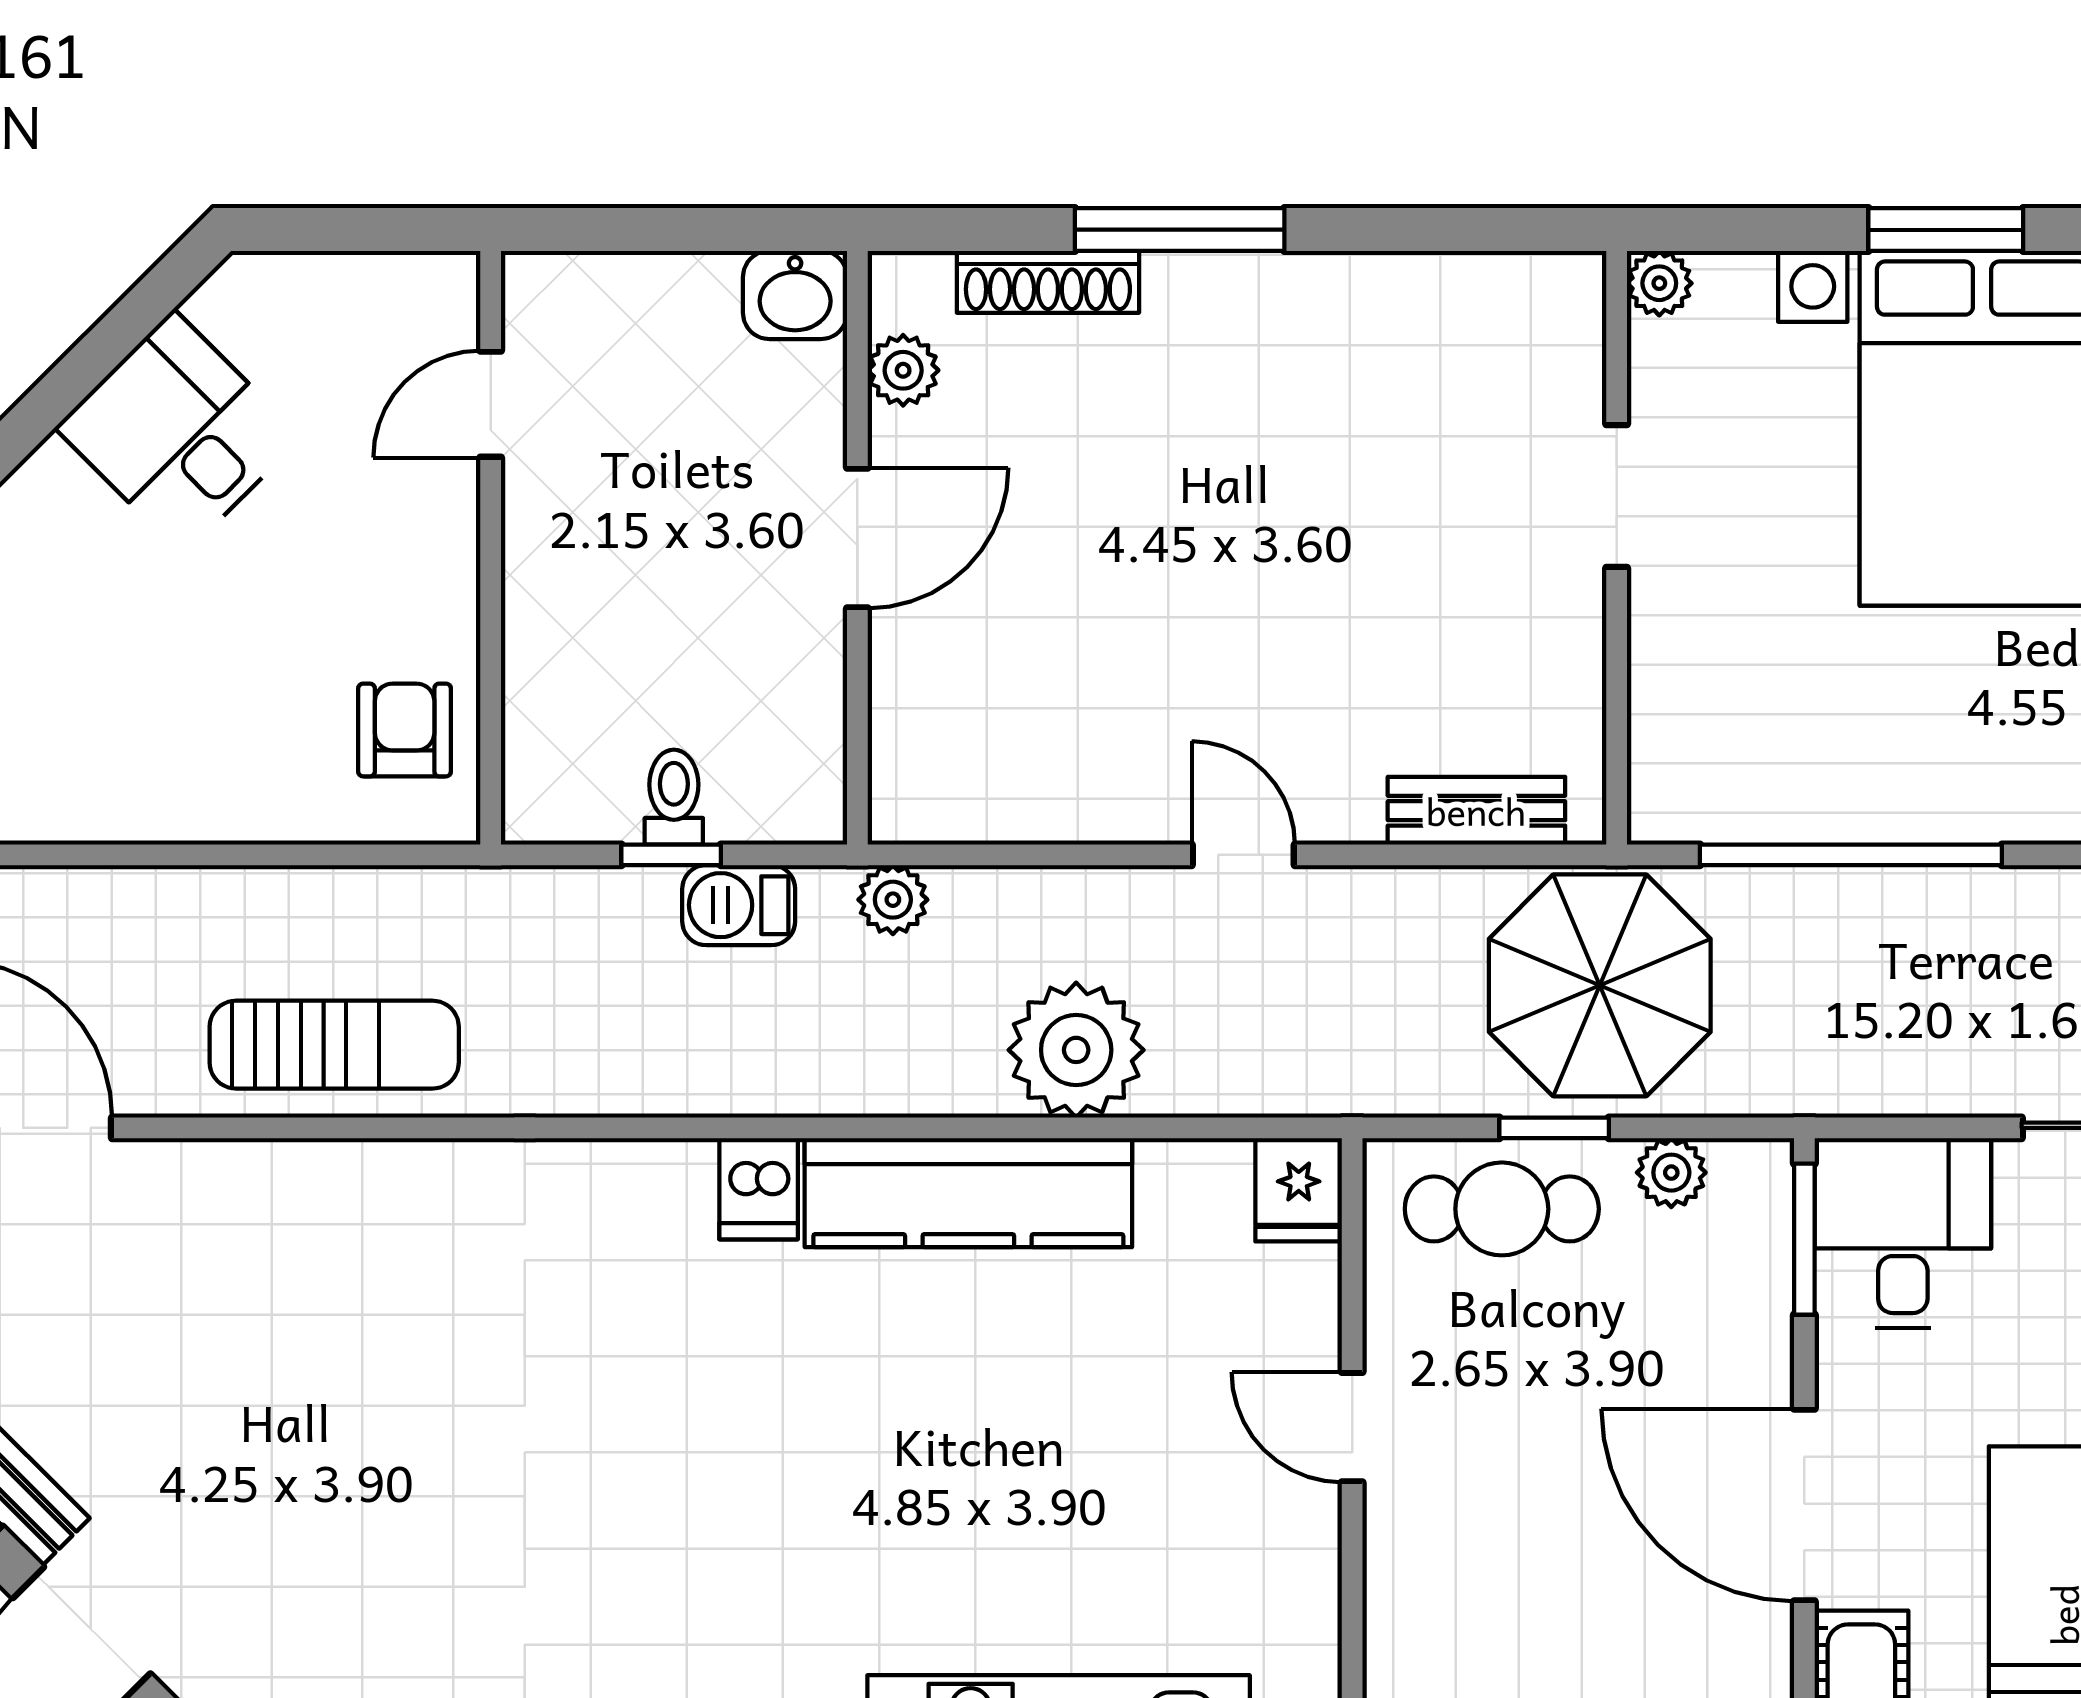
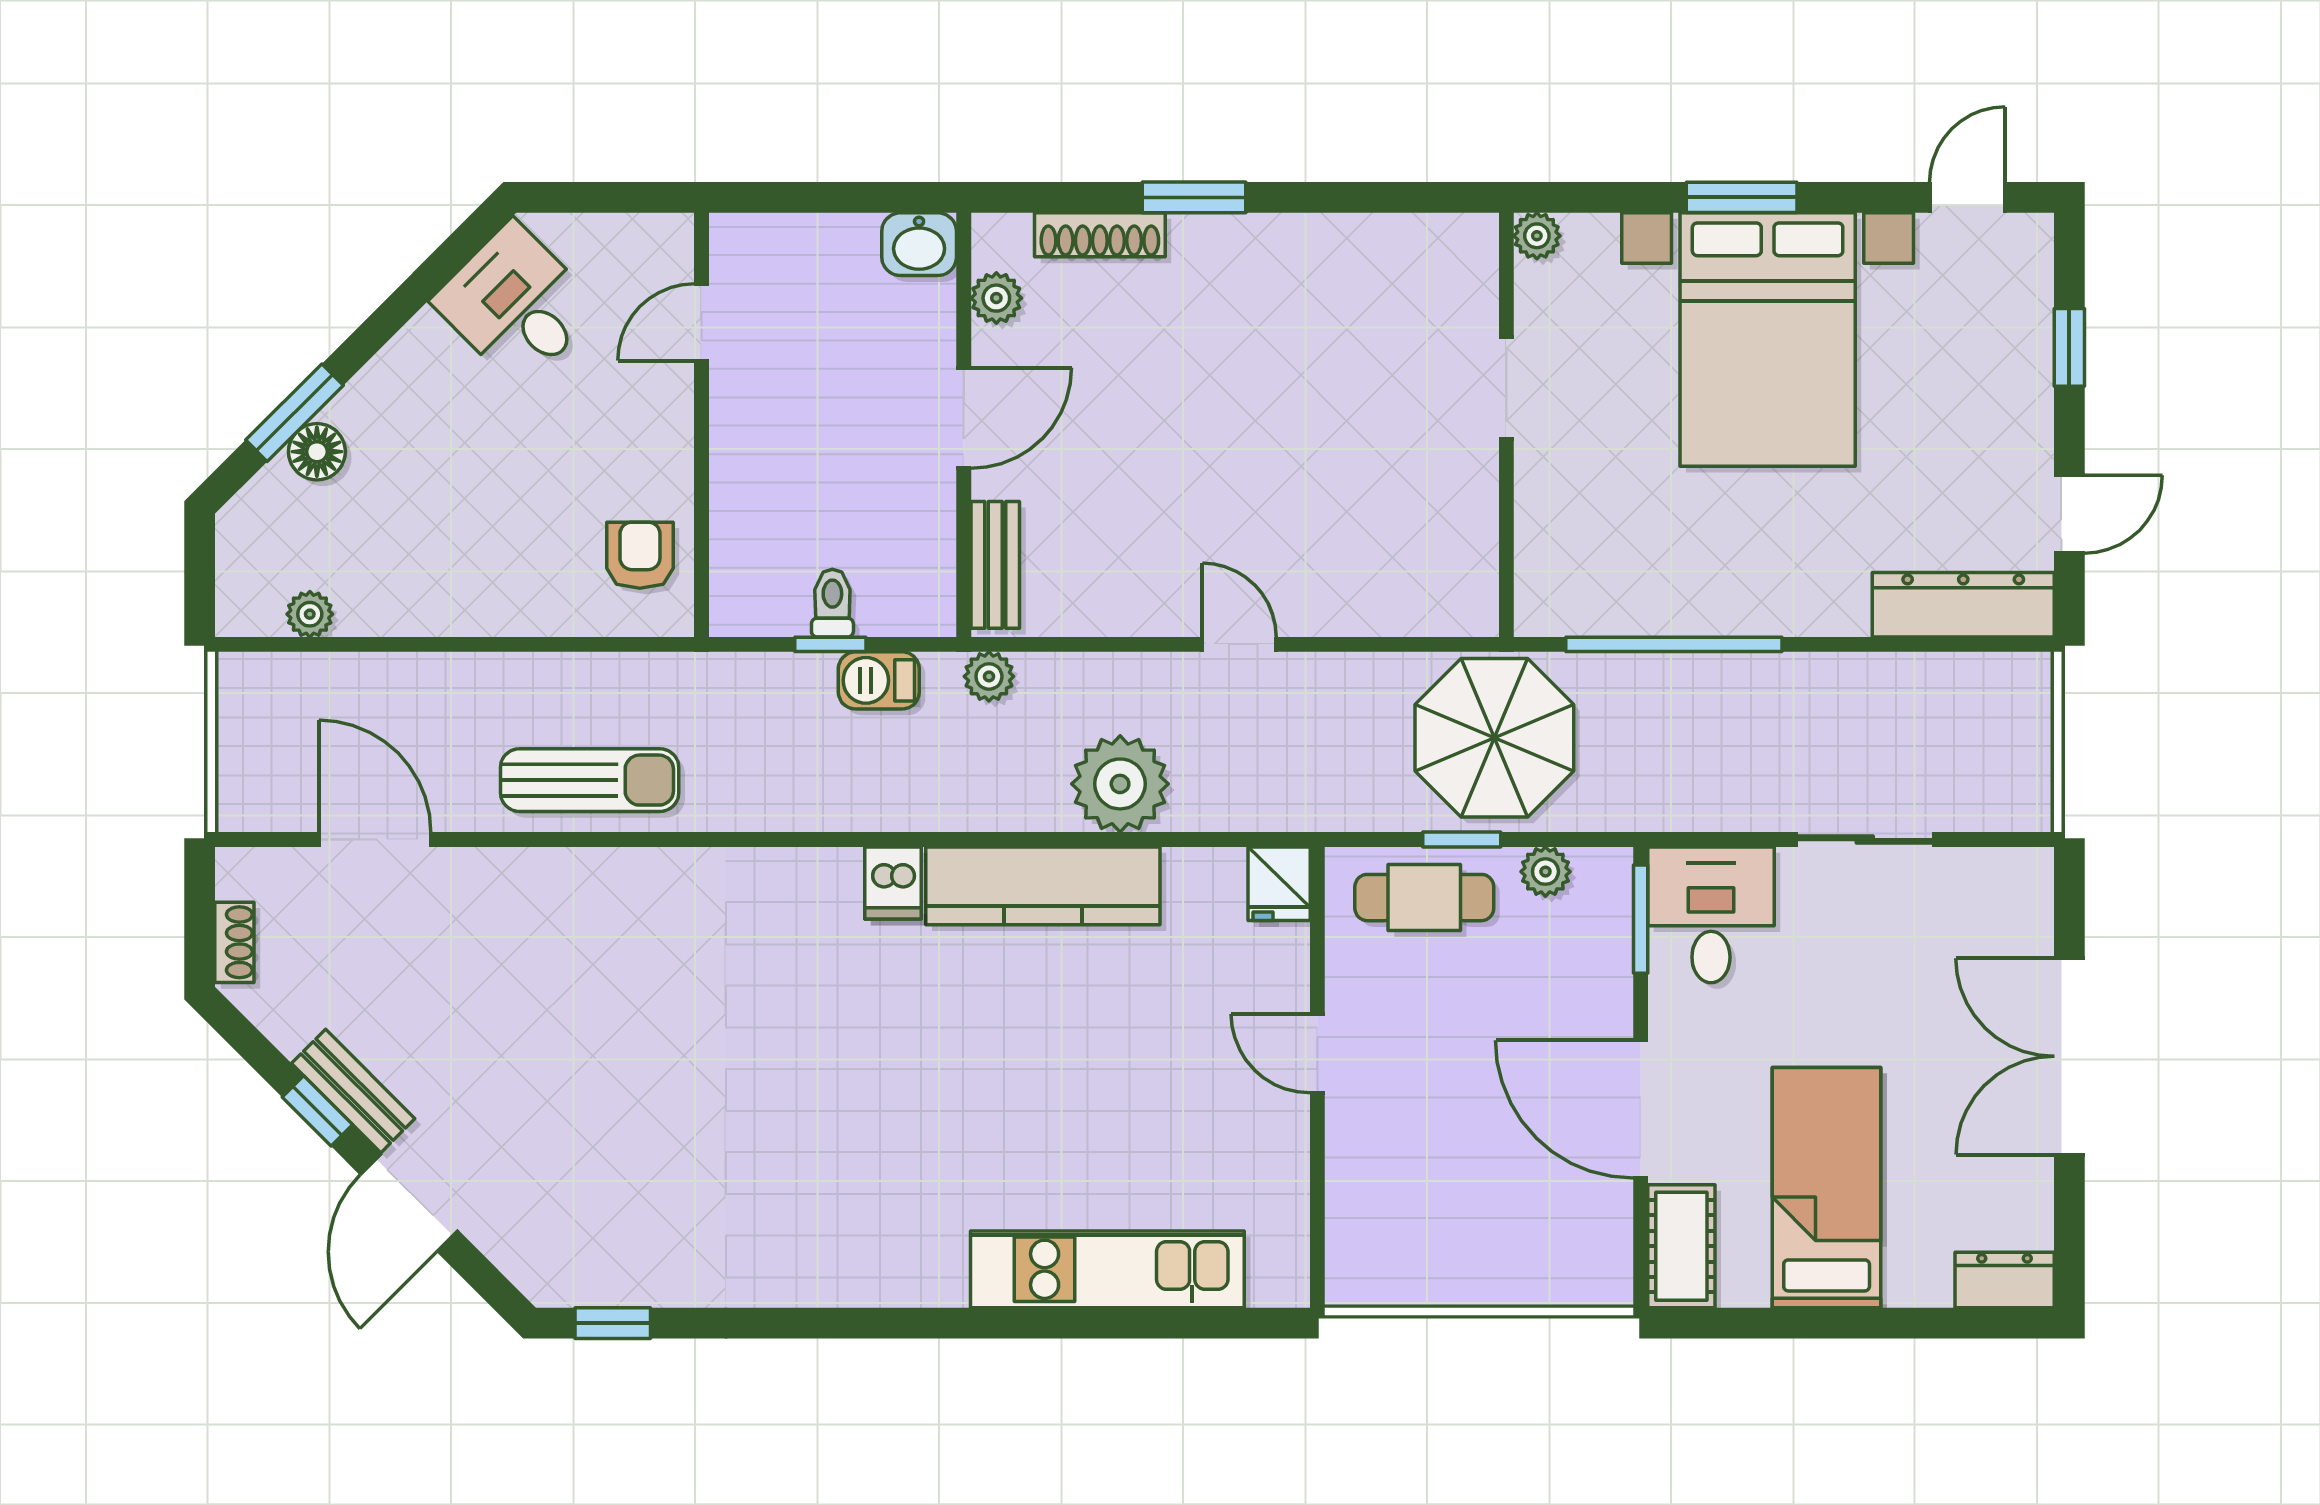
window: (1180, 230) -> (1194, 197), width x0.69
desk: (178, 432) -> (516, 304), moved
bench: (1476, 811) -> (995, 565), moved, turned 90

